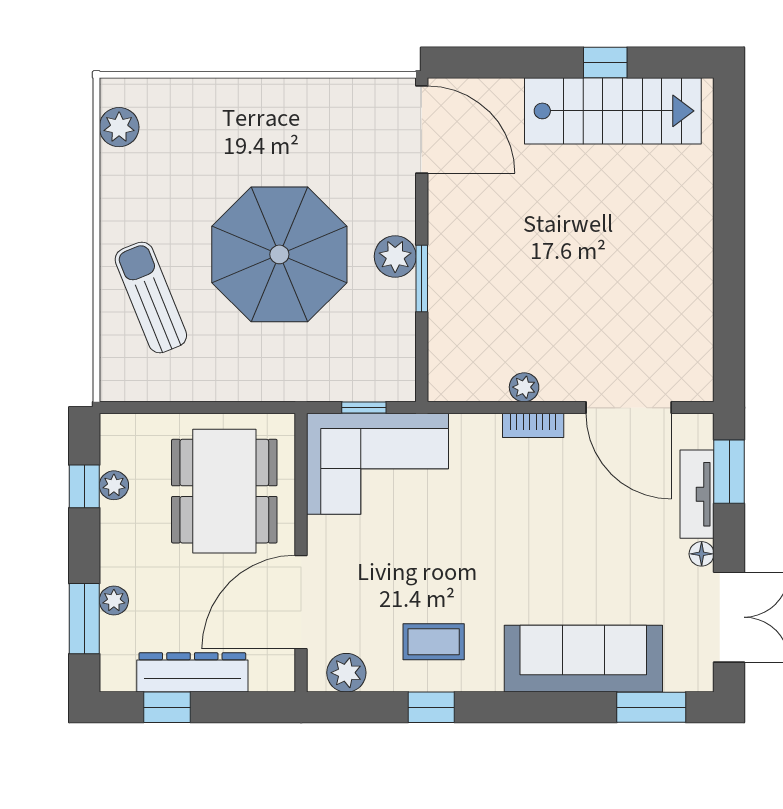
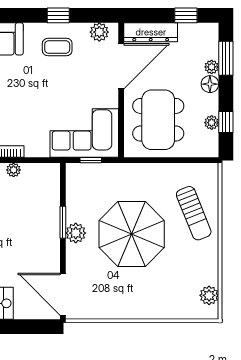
floor lamp: (117, 565) -> (210, 84), added
dresser: (192, 672) -> (151, 32), moved

